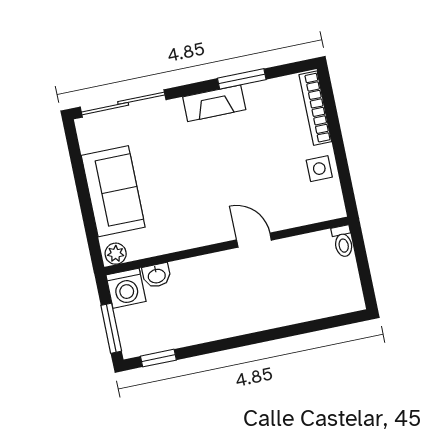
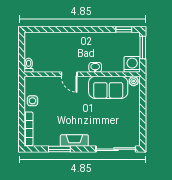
sofa: (113, 191) -> (108, 87), moved, turned -90
washbasin: (157, 275) -> (95, 67), moved

